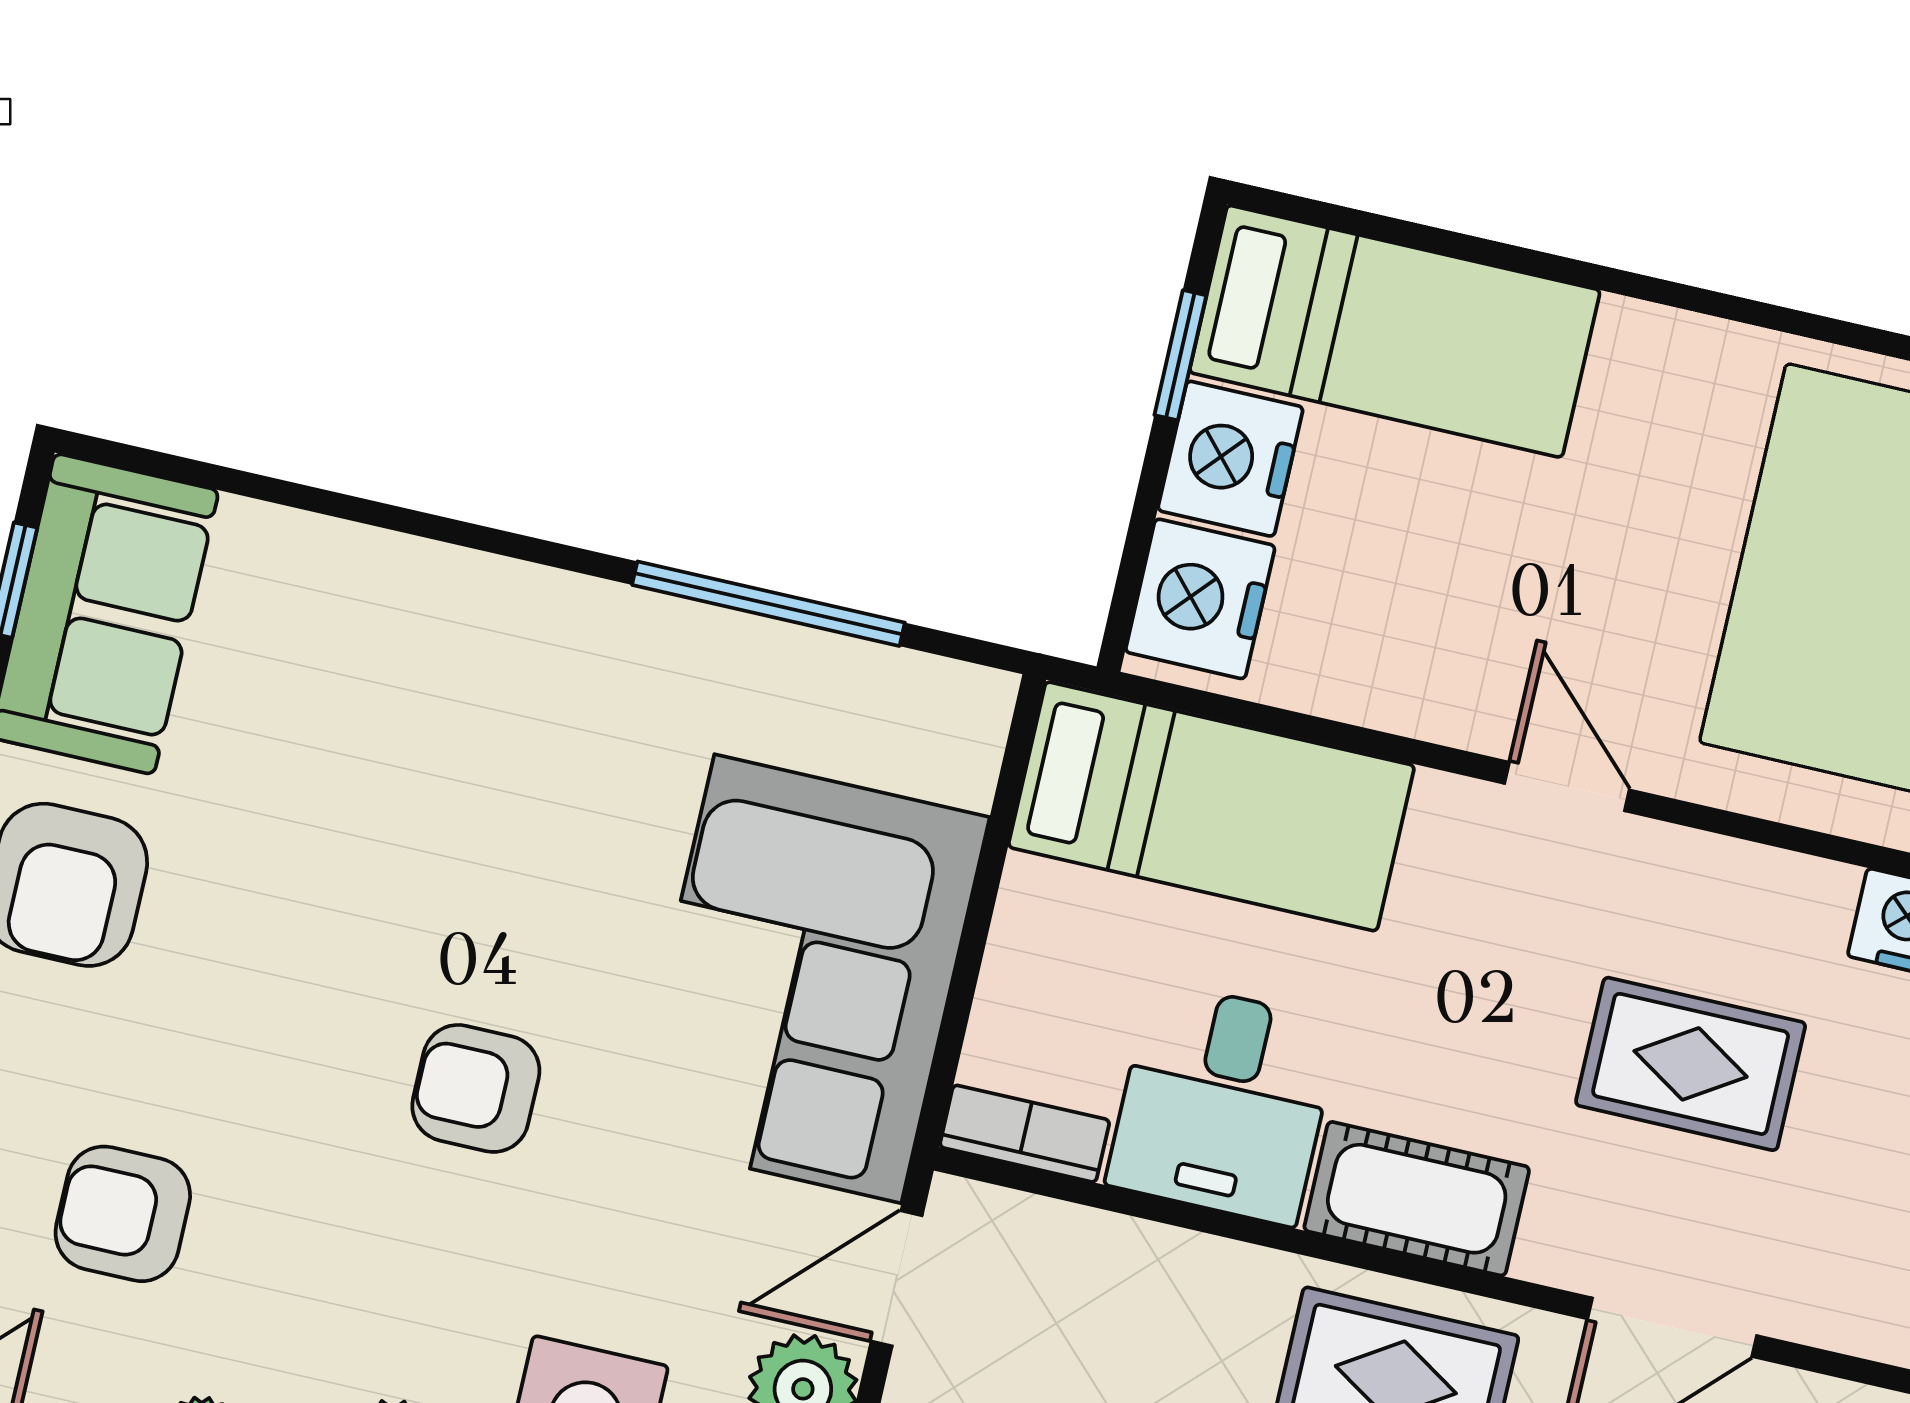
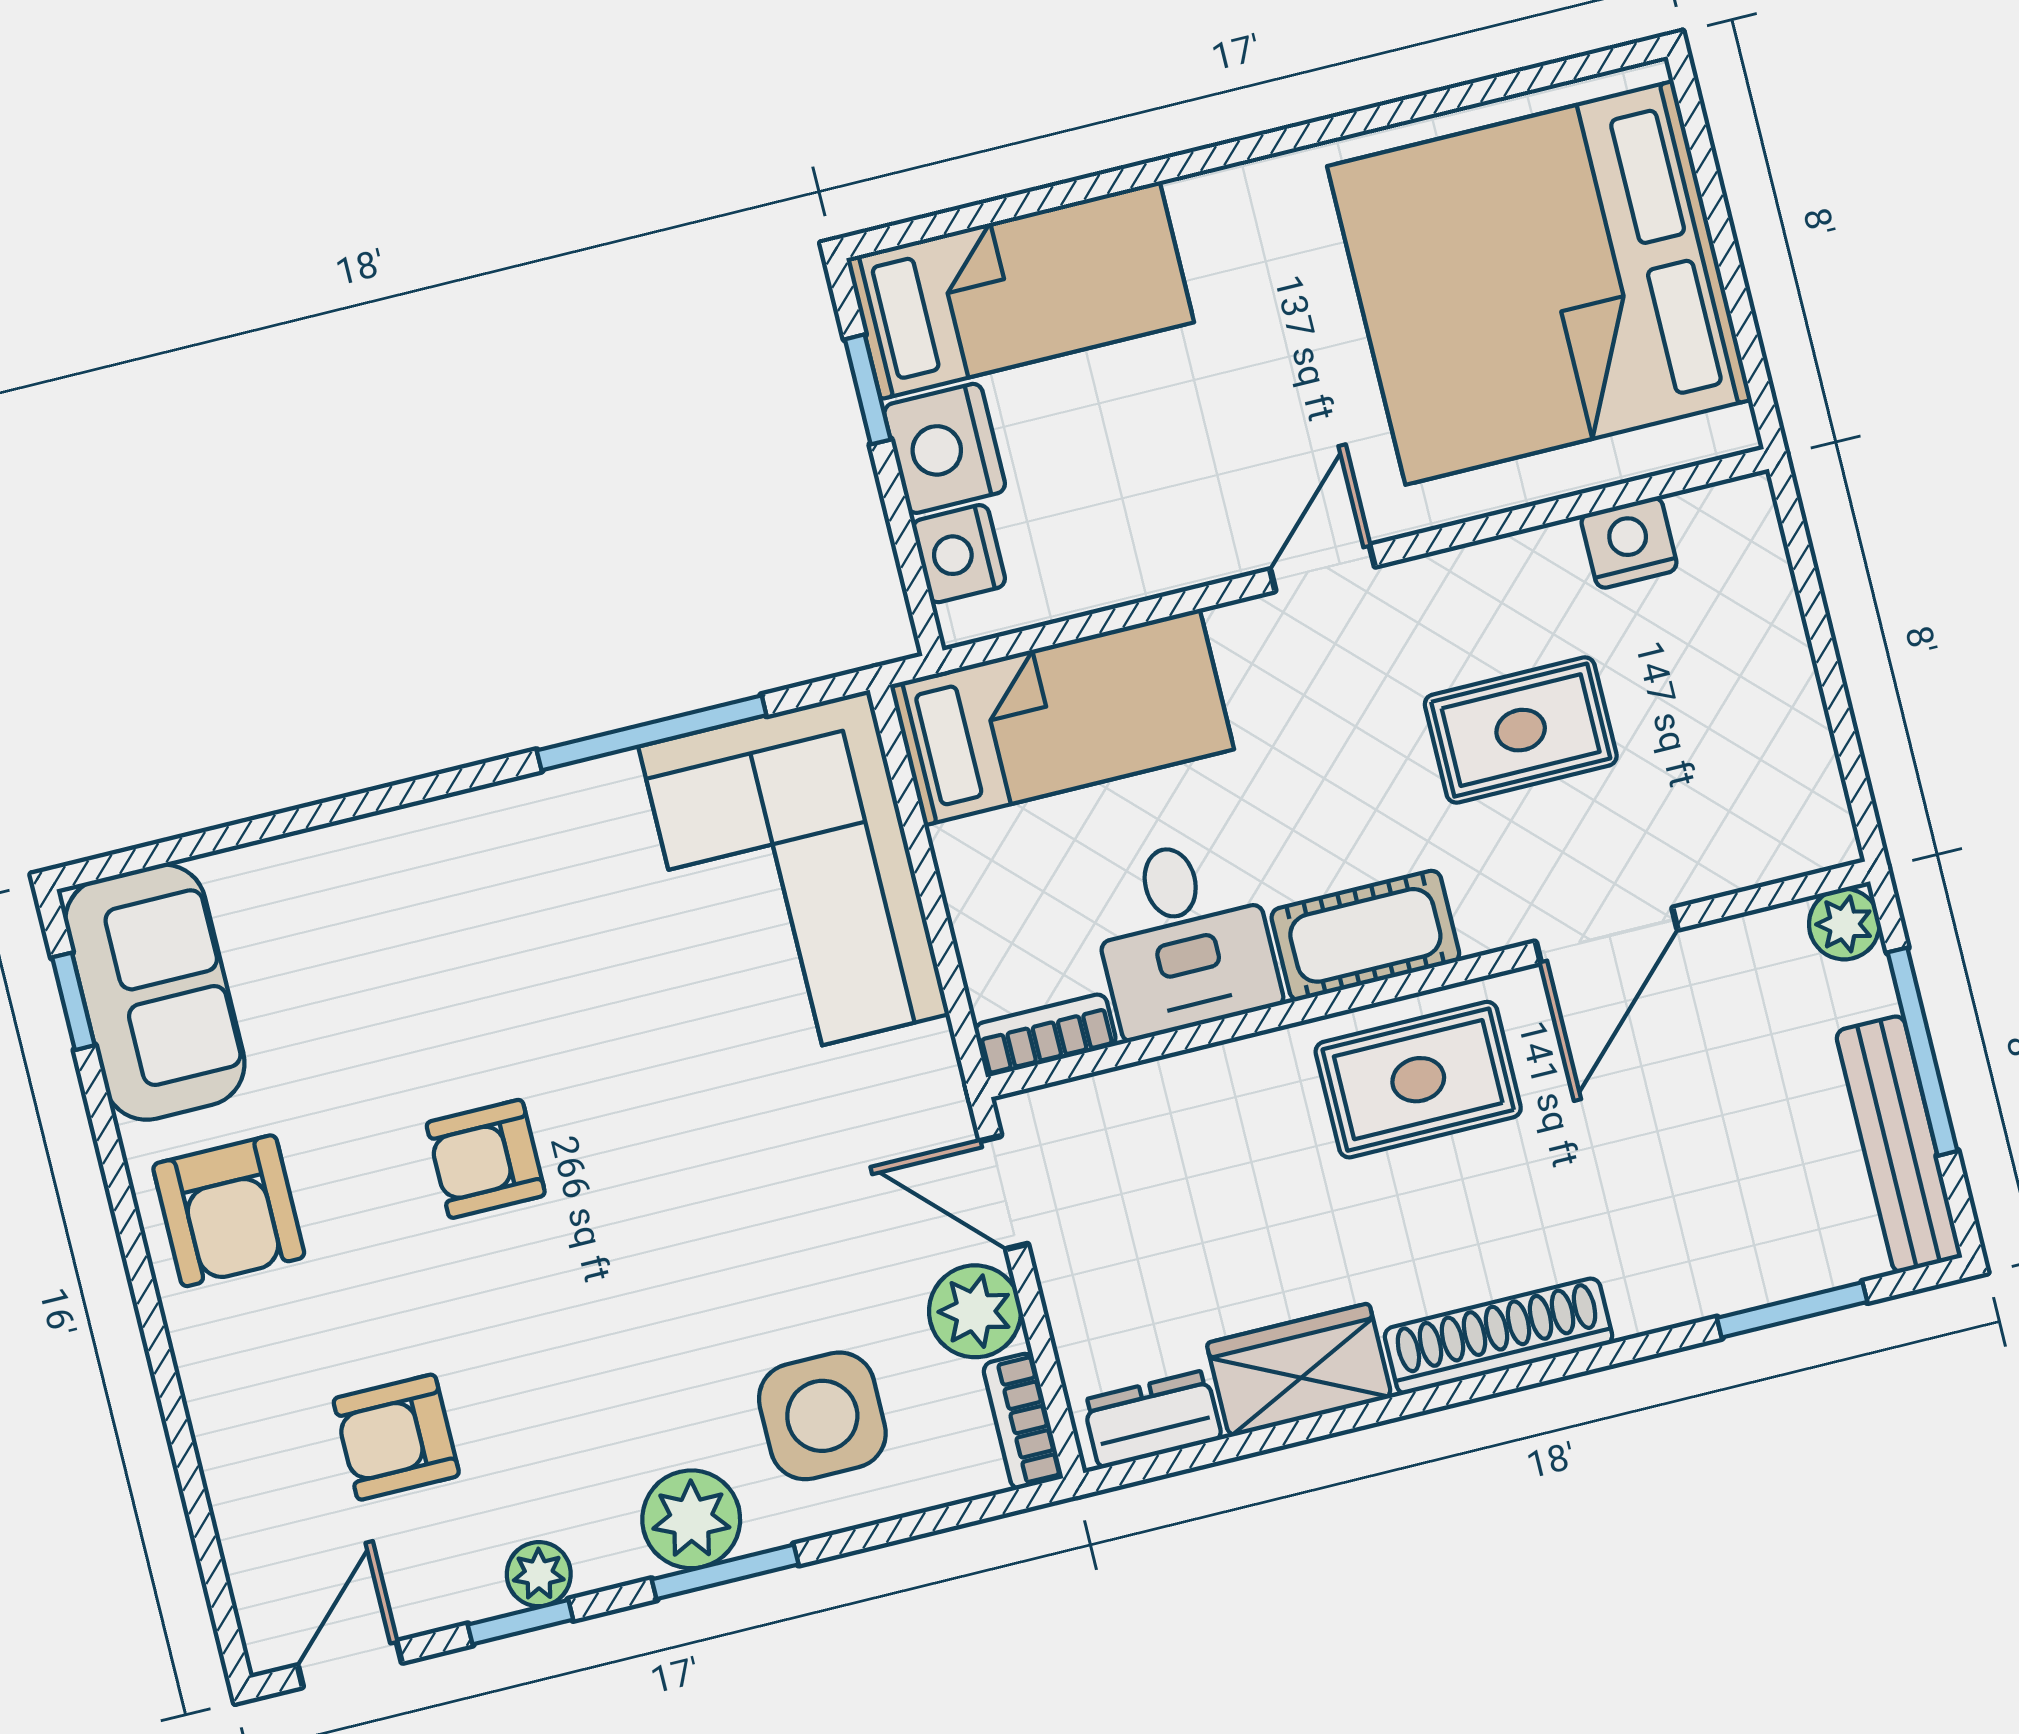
nightstand: (1200, 599) -> (959, 554), width x0.74, depth x0.75
door: (1567, 787) -> (1322, 568), hinge flipped
corner sofa: (808, 979) -> (794, 880), moved
armchair: (476, 1088) -> (486, 1159), moved
door: (897, 1278) -> (1004, 1193), hinge flipped

